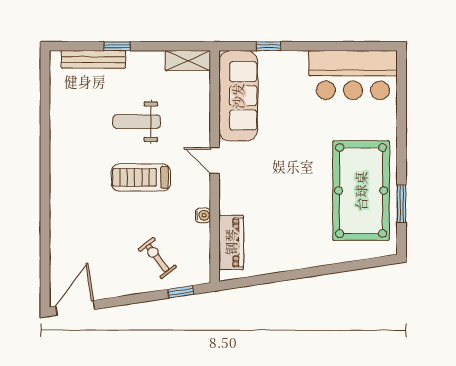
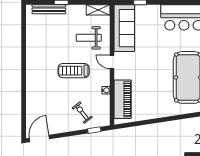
weight bench: (137, 122) -> (89, 38), moved
piano: (231, 242) -> (123, 99), width x1.37, depth x1.33

